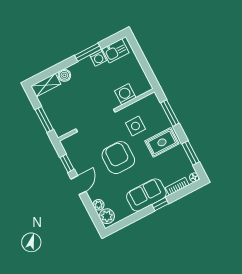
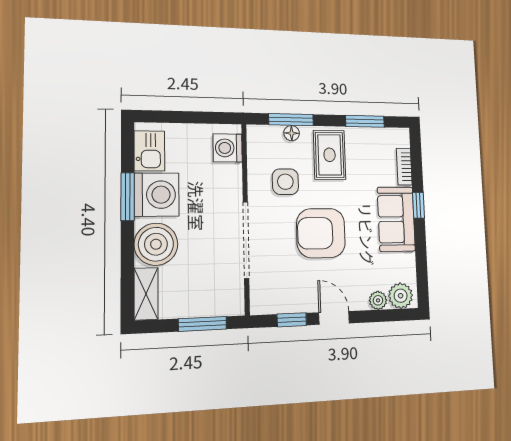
washing machine: (98, 58) -> (157, 195), width x1.89, depth x1.89
boiler: (64, 75) -> (156, 244), width x1.86, depth x1.86
washing machine: (125, 94) -> (228, 148), moved
floor lamp: (194, 177) -> (292, 133), moved

